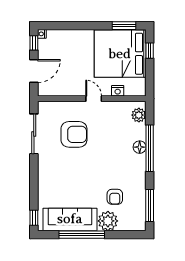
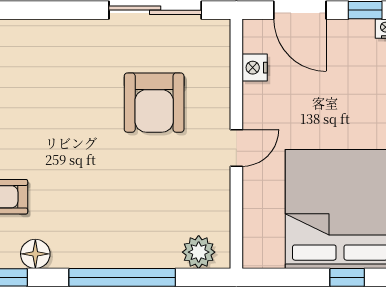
nightstand: (118, 91) -> (255, 68), moved
floor lamp: (140, 147) -> (35, 254), moved

